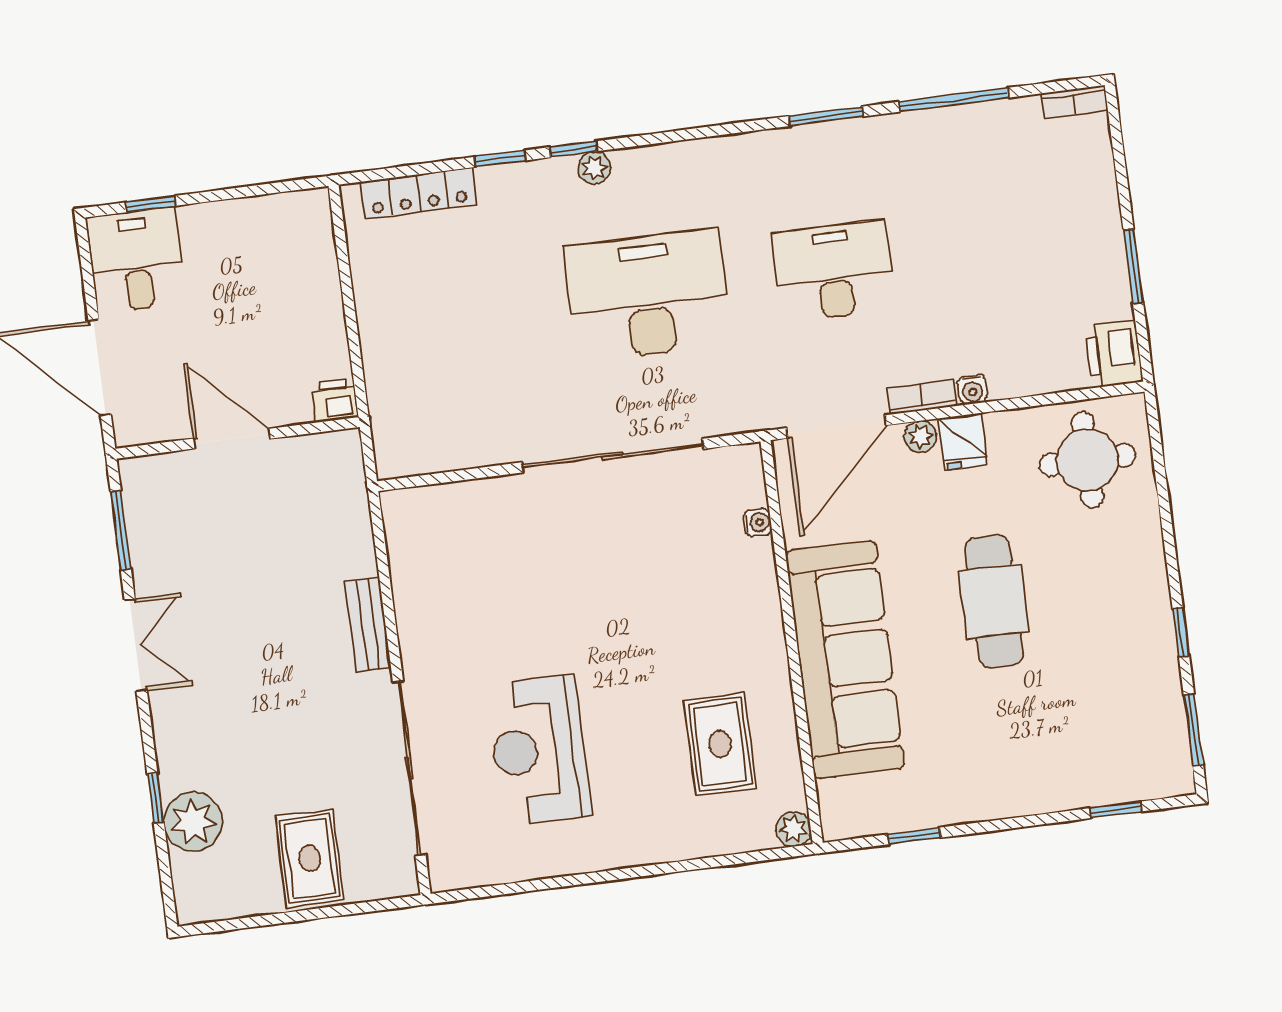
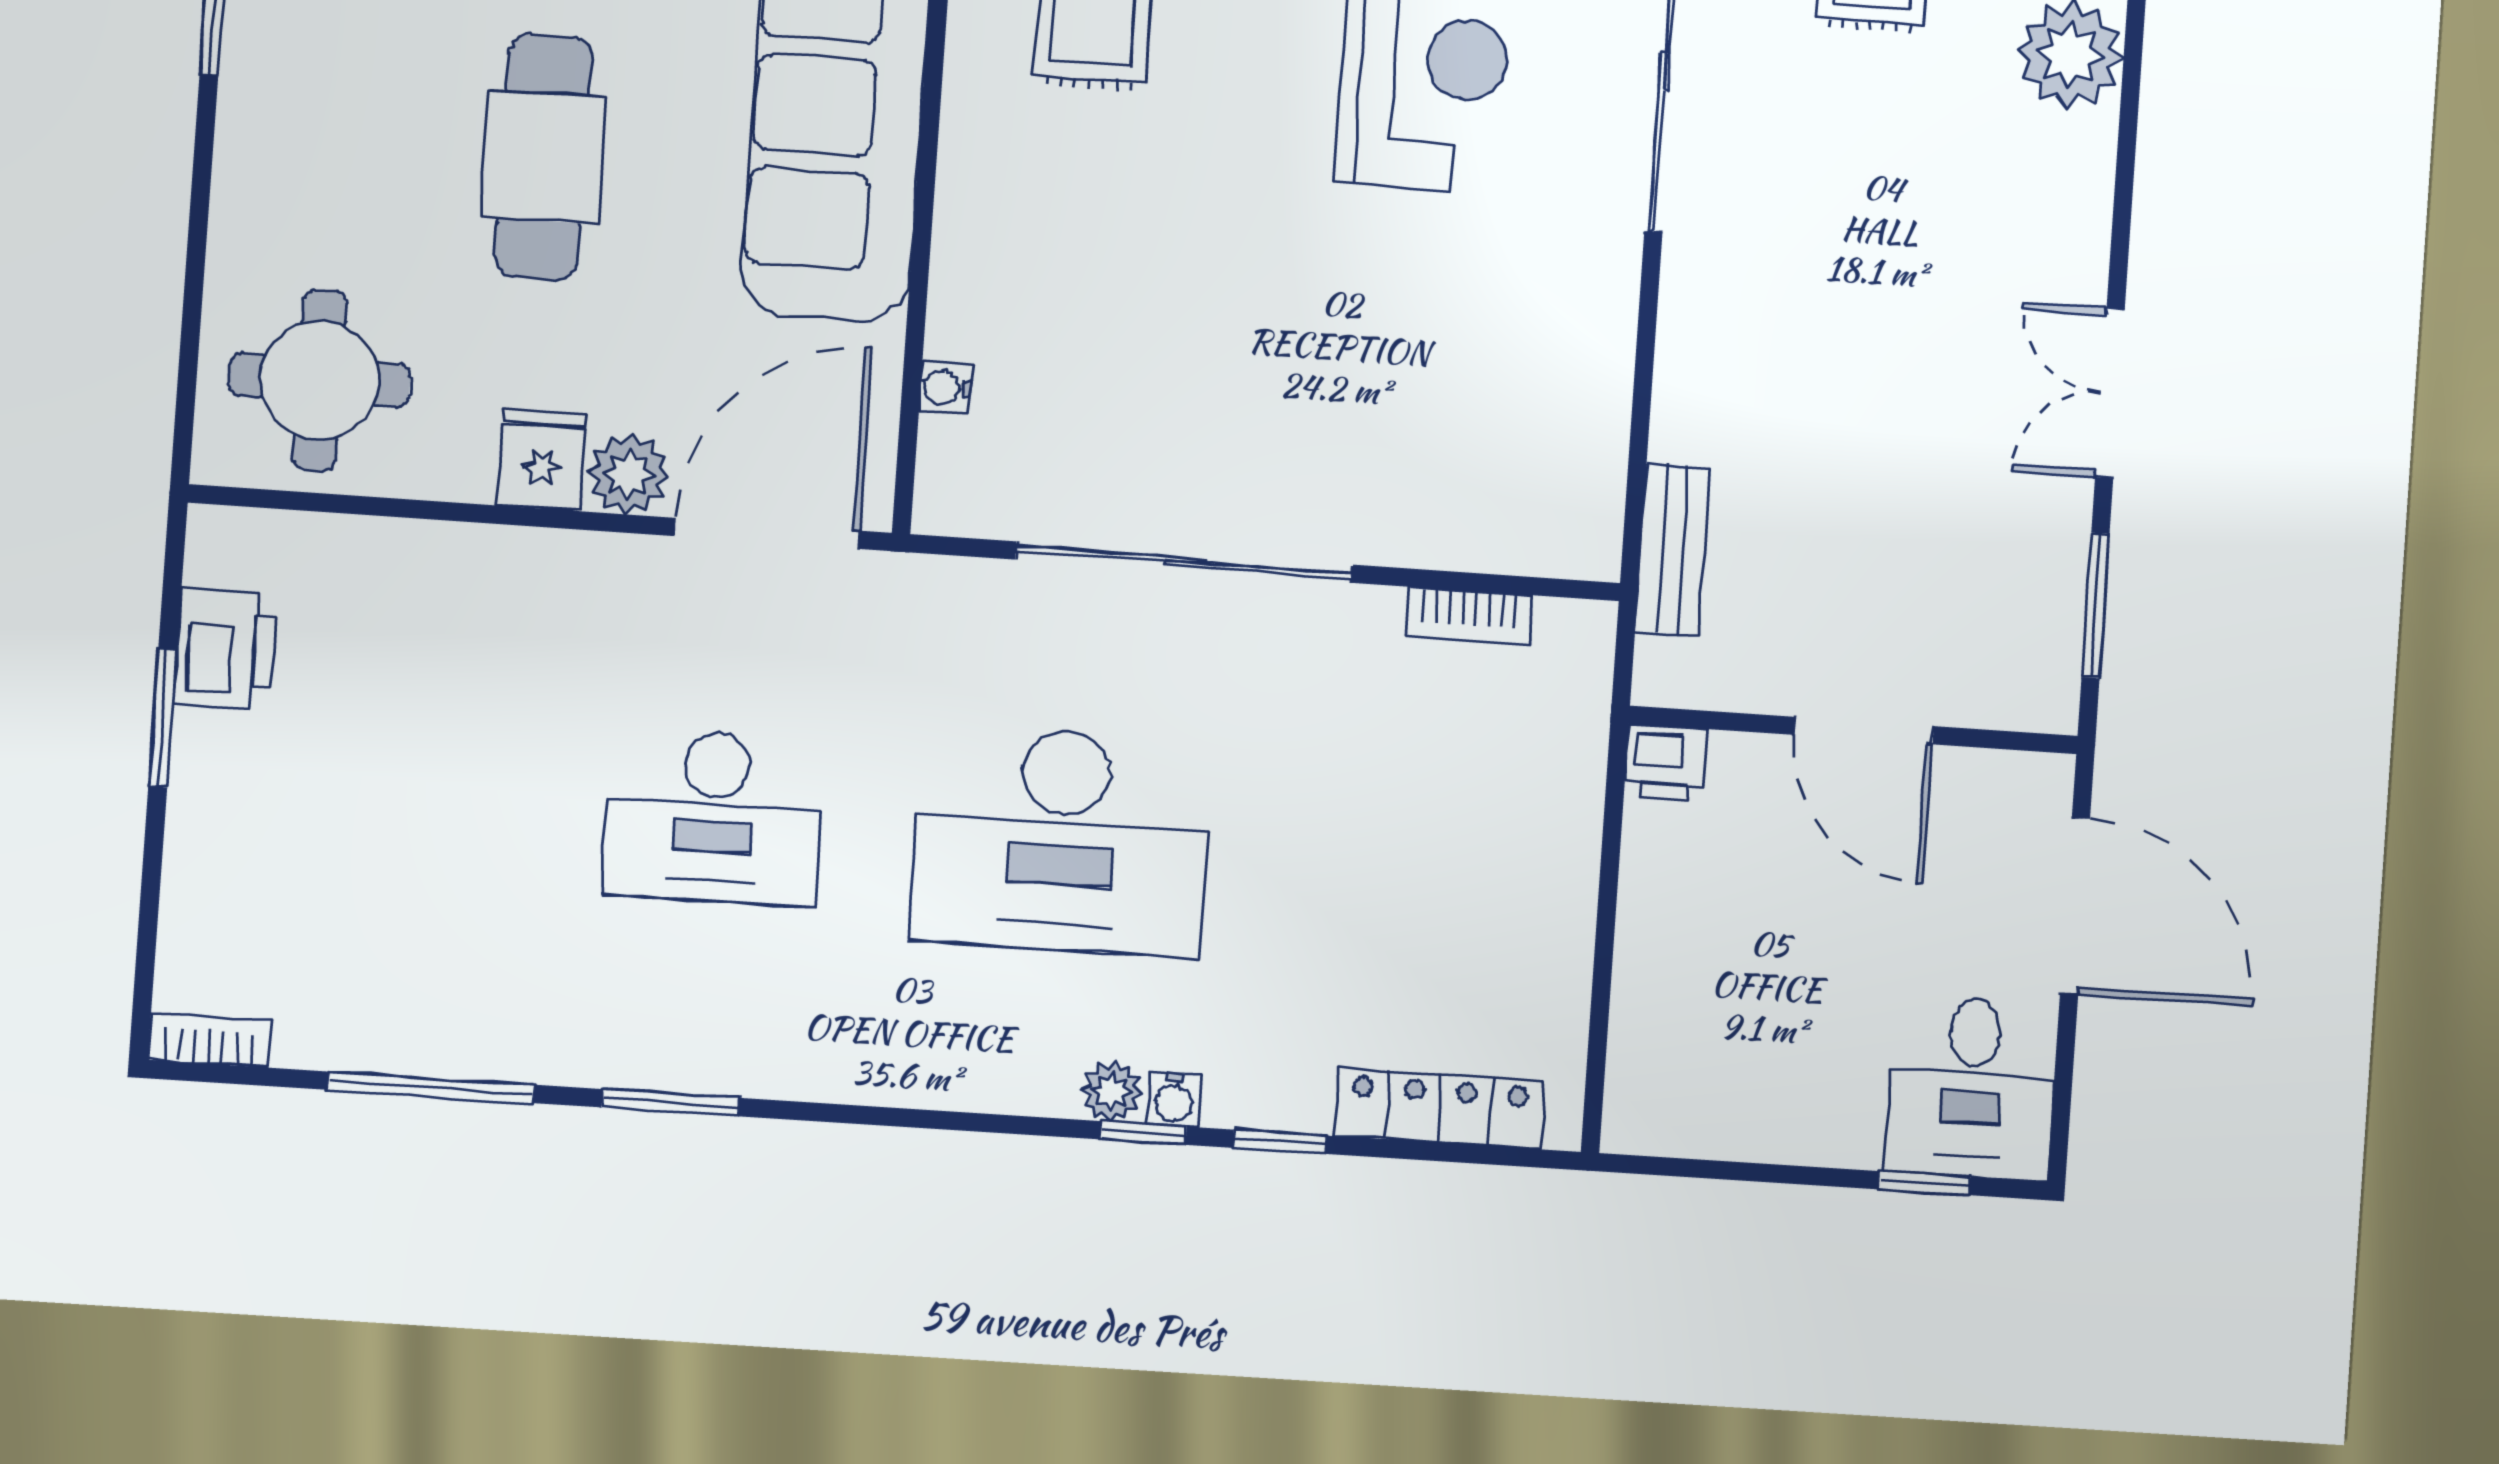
printer: (1114, 354) -> (226, 649), moved
water cooler: (972, 390) -> (1174, 1099), moved, turned 180
bookcase: (922, 397) -> (1469, 616), moved
plant: (920, 437) -> (629, 474), width x1.38, depth x1.38
bench: (368, 625) -> (1673, 549), moved
window: (155, 798) -> (2129, 112), removed

